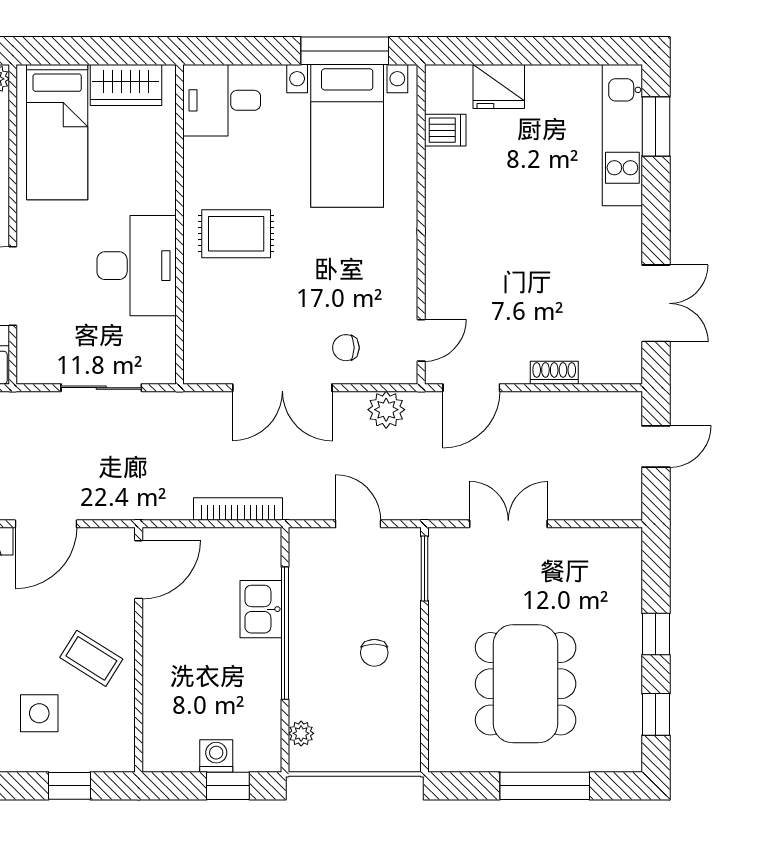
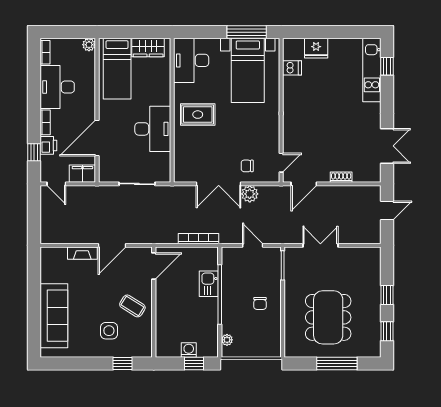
desk: (222, 100) -> (191, 60), width x1.37
window: (656, 126) -> (387, 66), width x0.67
plant: (386, 410) -> (250, 194), moved

